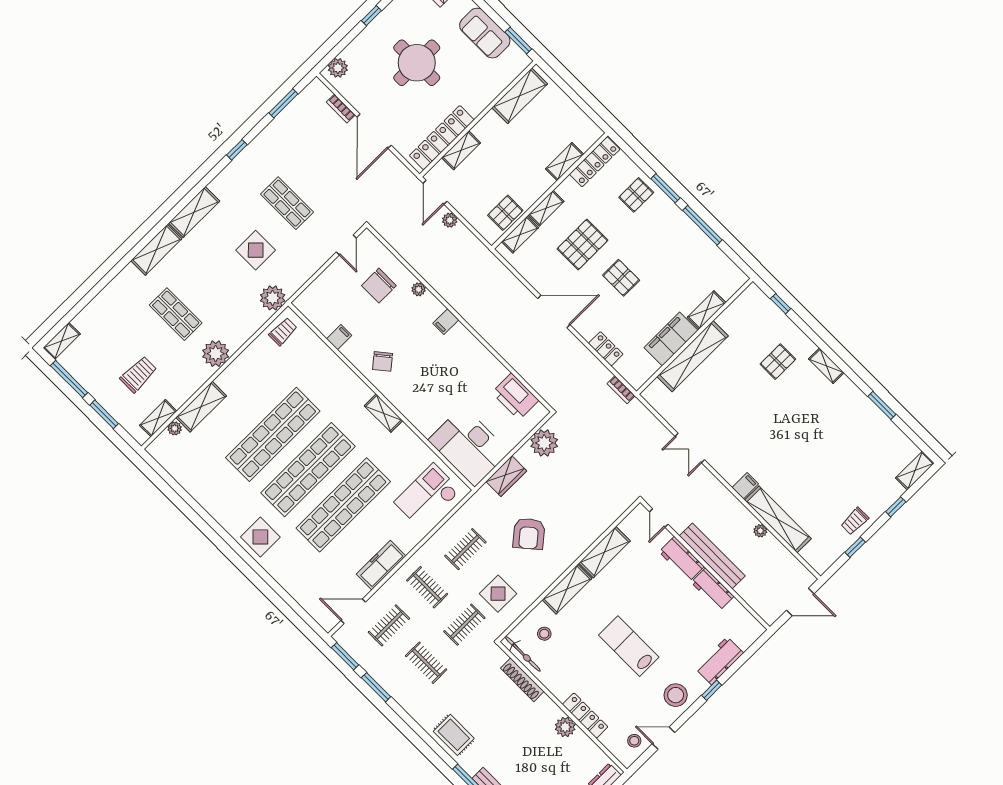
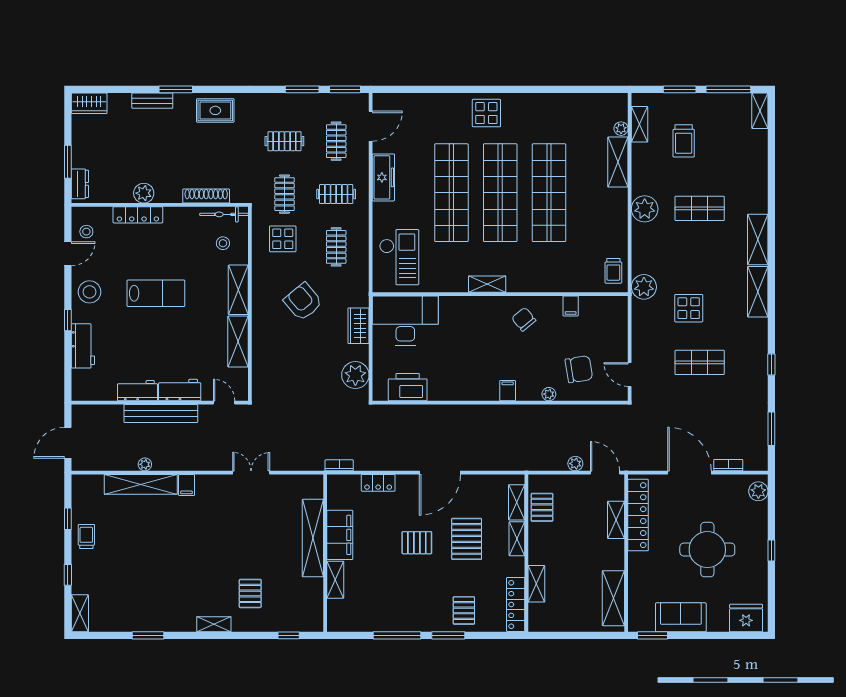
chair: (379, 286) -> (579, 369), turned 81

